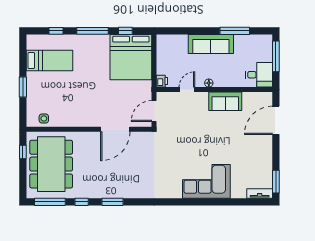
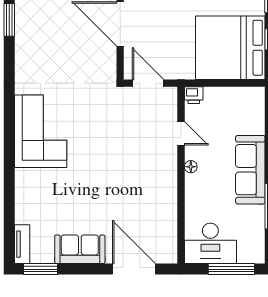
desk: (259, 75) -> (210, 243), width x1.37
sofa: (225, 101) -> (80, 249), moved, turned 90
corner sofa: (206, 181) -> (41, 131), moved

